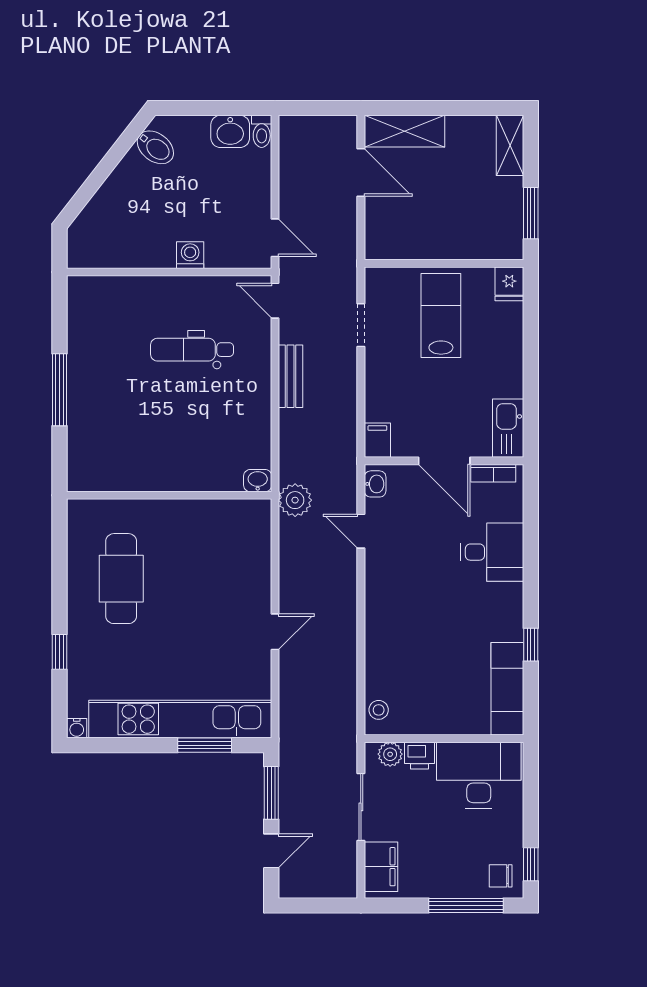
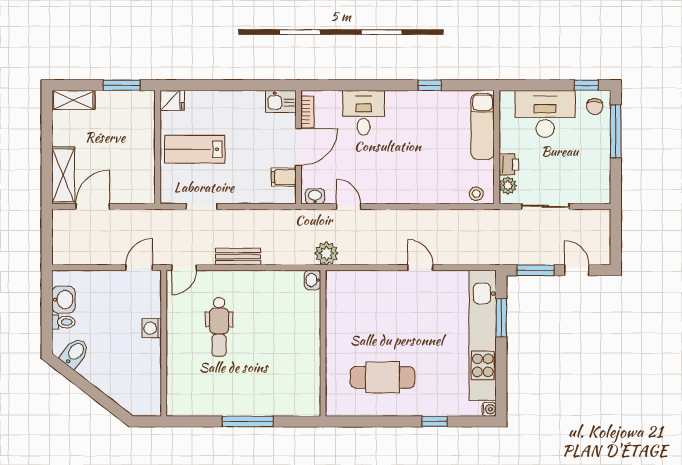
toilet: (262, 131) -> (63, 322), moved
kitchen sink: (508, 428) -> (281, 101), width x0.73
filing cabinet: (377, 440) -> (284, 177), moved
door: (361, 531) -> (349, 206), swing flipped
exam couch: (507, 689) -> (483, 126), moved, turned 90
desk: (479, 775) -> (545, 114), moved, turned 90
filing cabinet: (381, 867) -> (588, 192), removed

